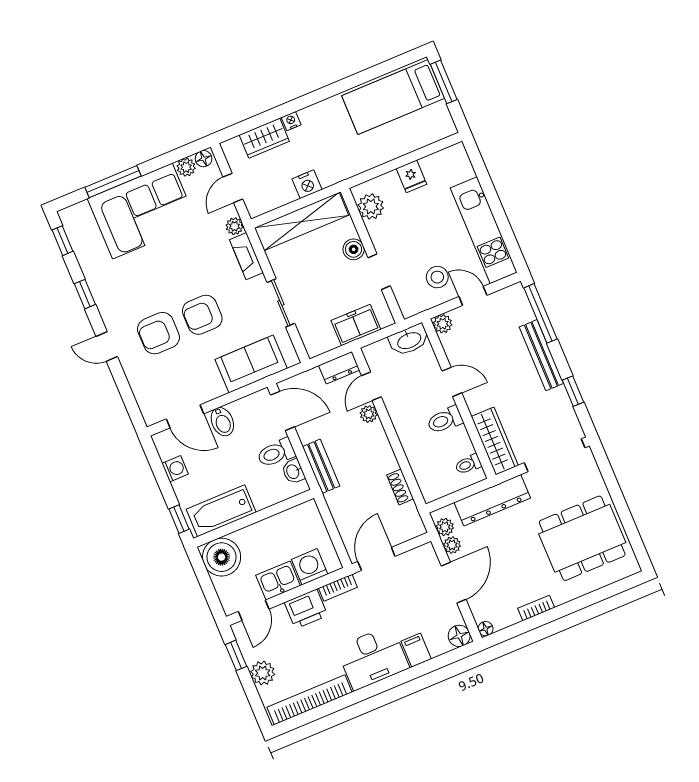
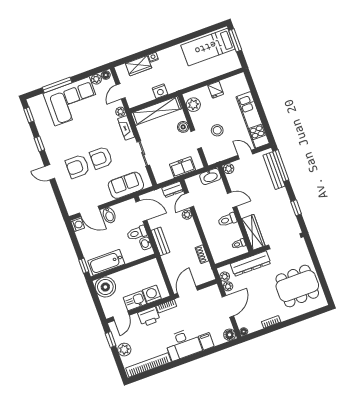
stool: (437, 277) -> (217, 130), moved
bench: (541, 355) -> (274, 171), moved
washing machine: (175, 469) -> (78, 225), moved

